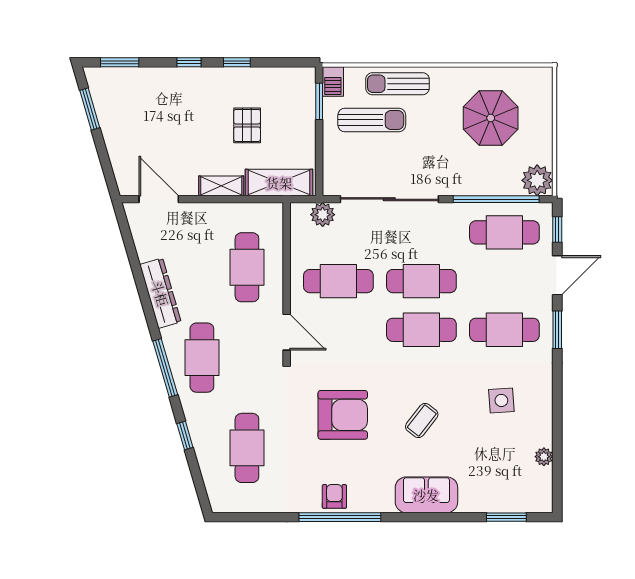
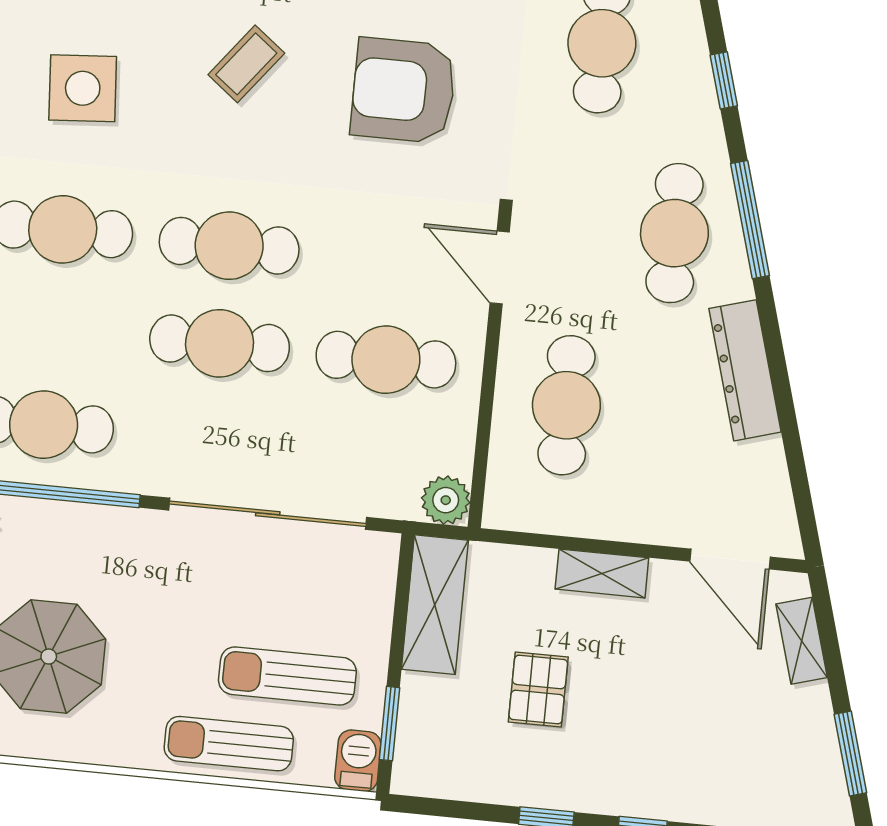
sun lounger: (397, 84) -> (229, 744), turned 180
shelving: (119, 162) -> (802, 641), added
shelving: (279, 183) -> (435, 605), moved, turned 90
plant: (323, 215) -> (446, 500), moved
side table: (501, 400) -> (83, 88), width x1.37, depth x1.37

